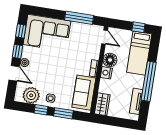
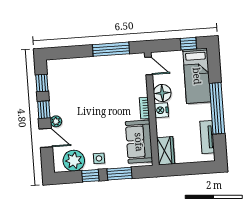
corner sofa: (47, 33) -> (75, 77), removed

